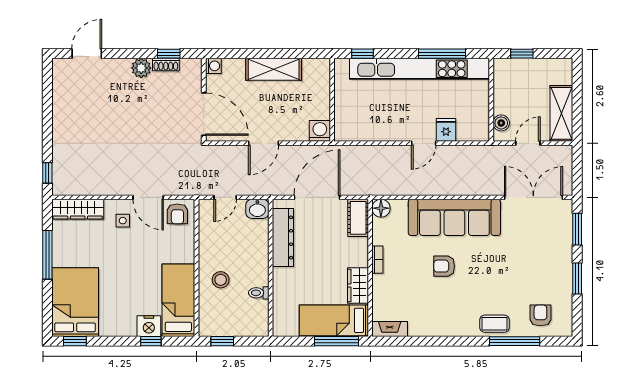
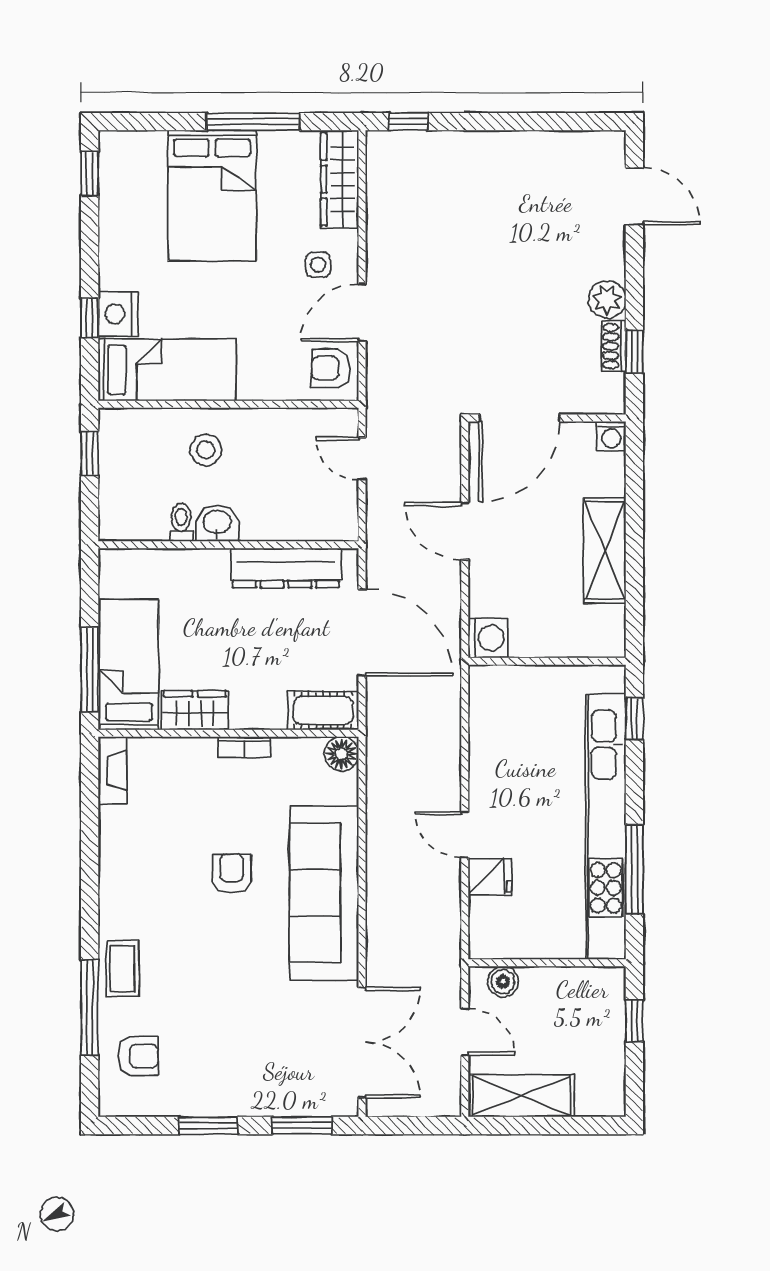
washbasin: (257, 209) -> (217, 523), moved, turned 90
bed: (75, 302) -> (212, 195), moved, turned 90

